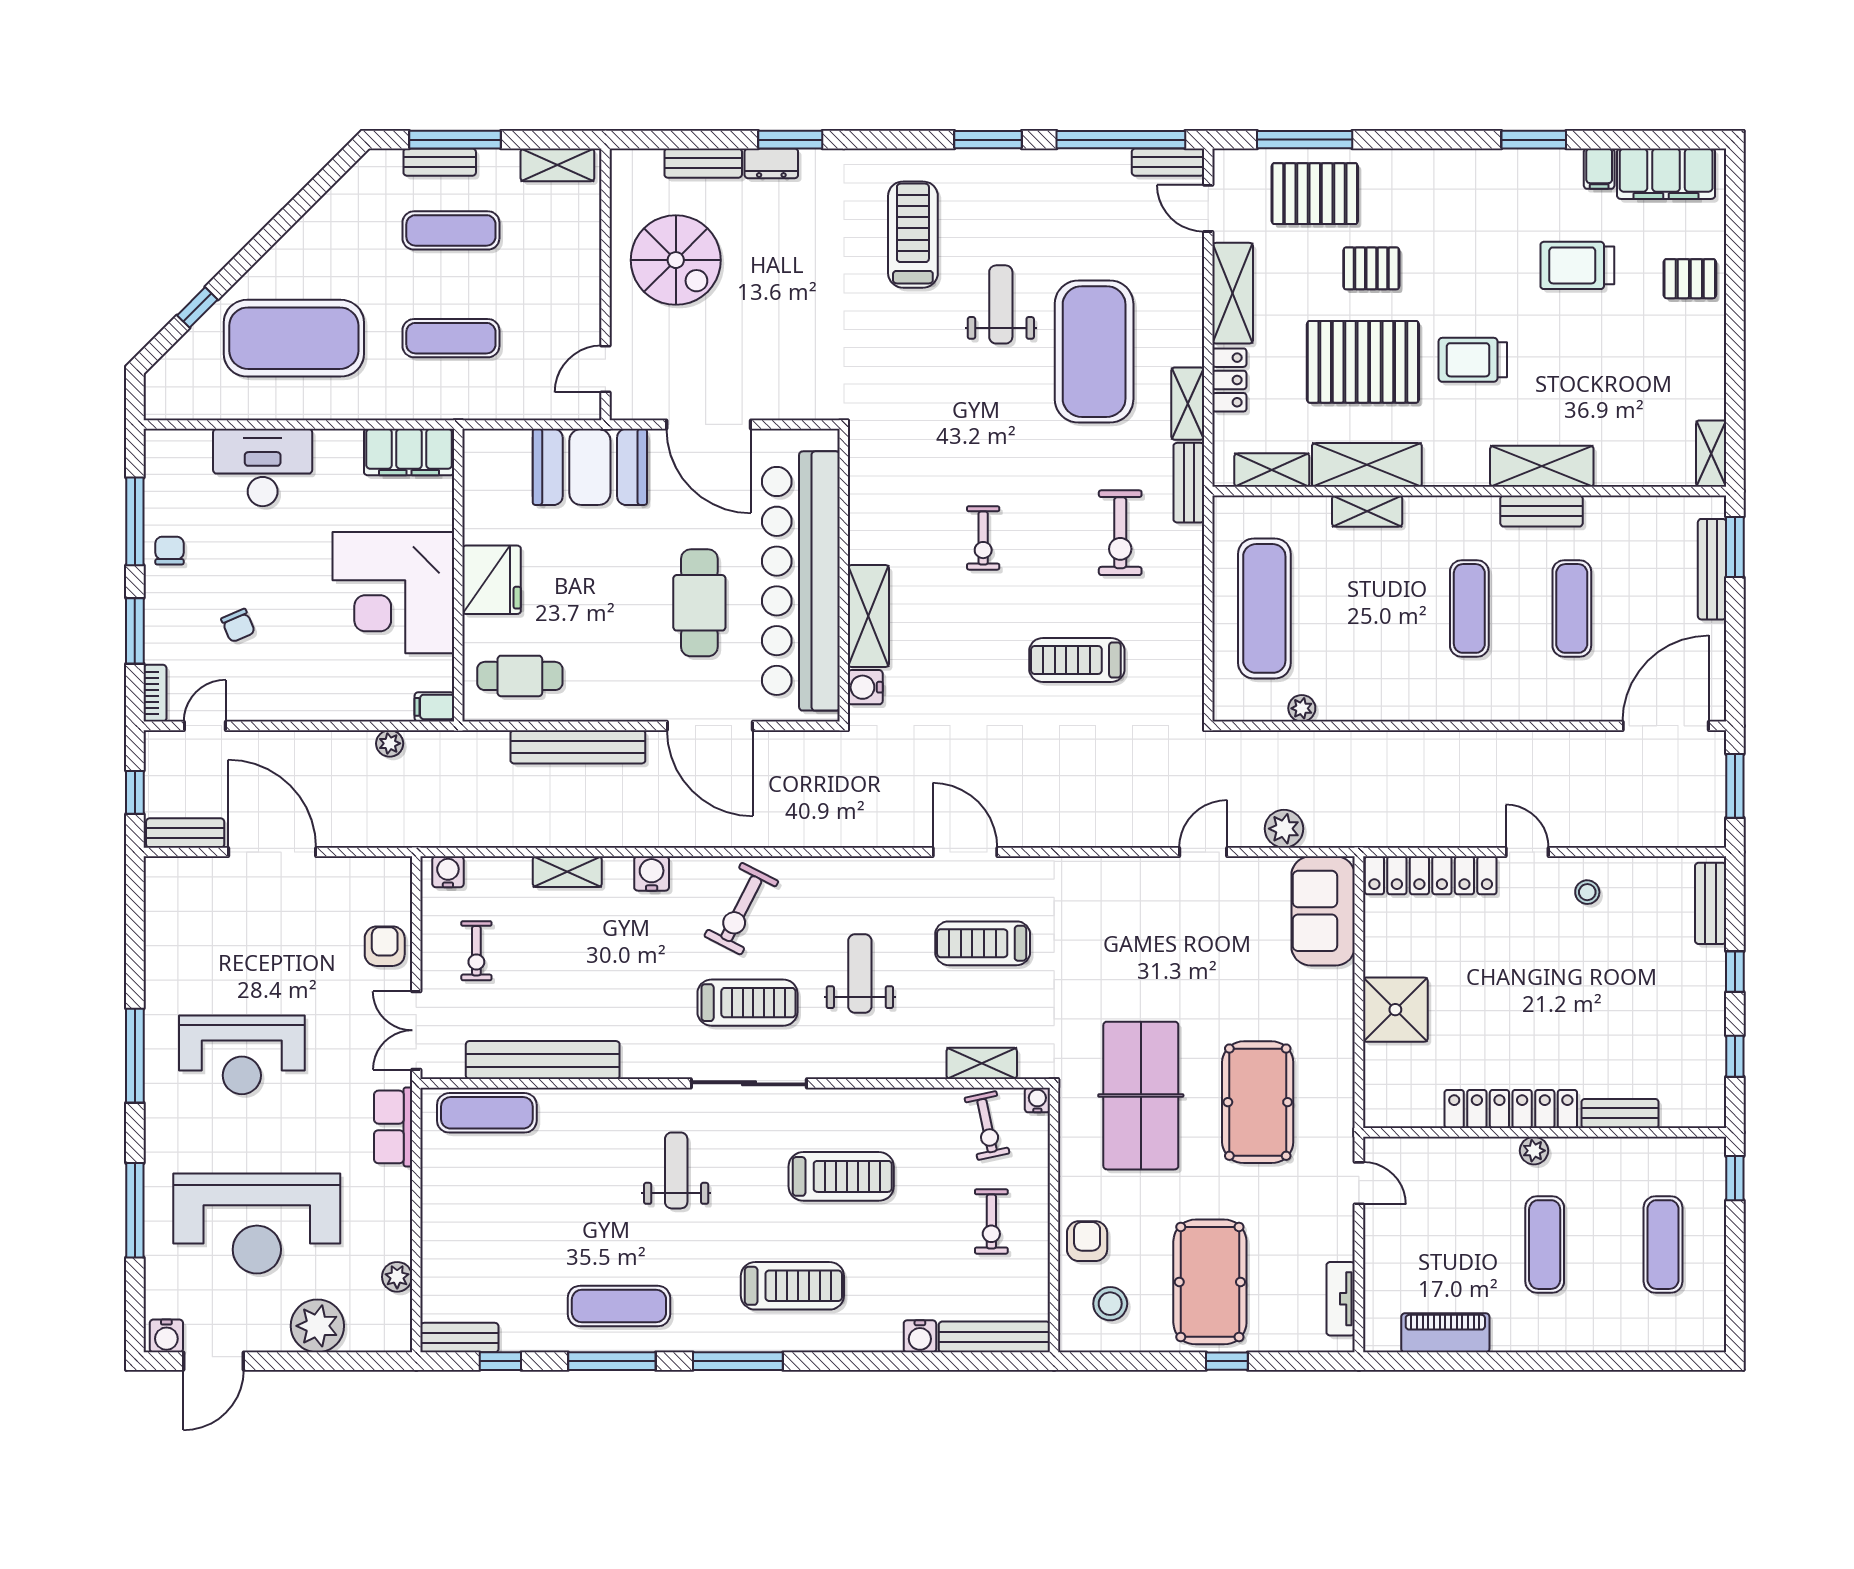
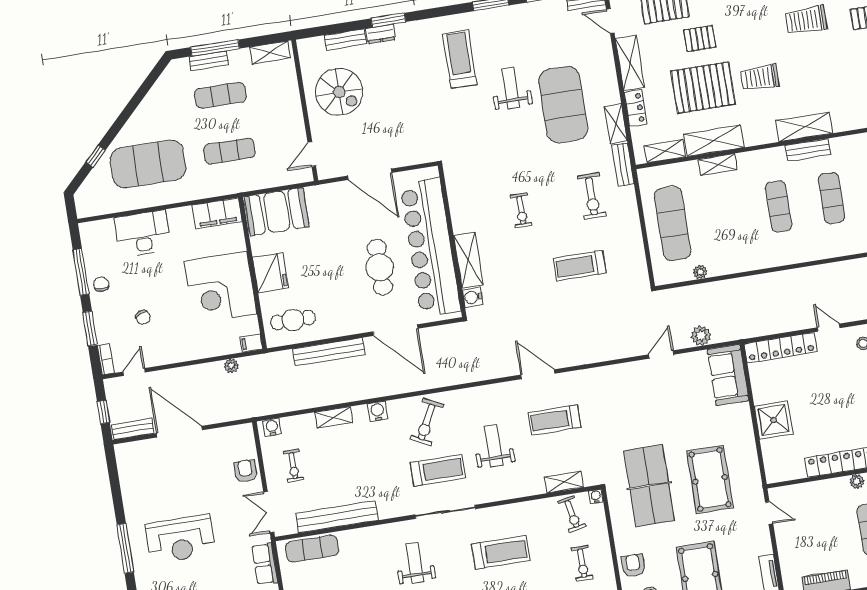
booth: (590, 467) -> (277, 212), moved

